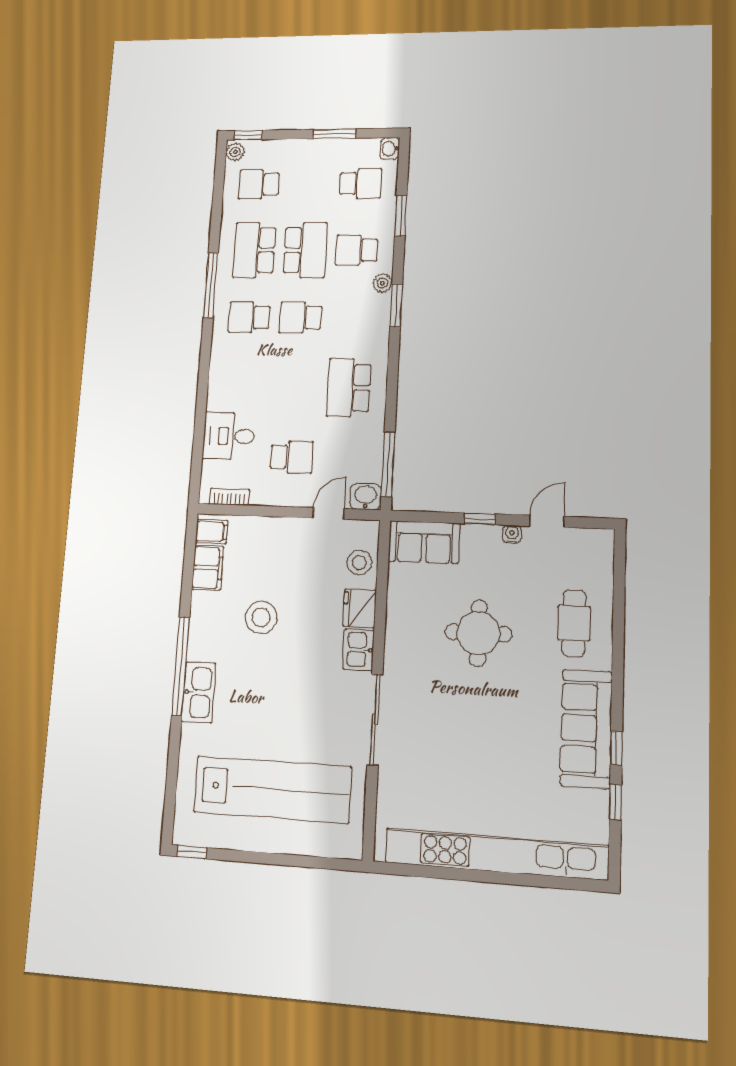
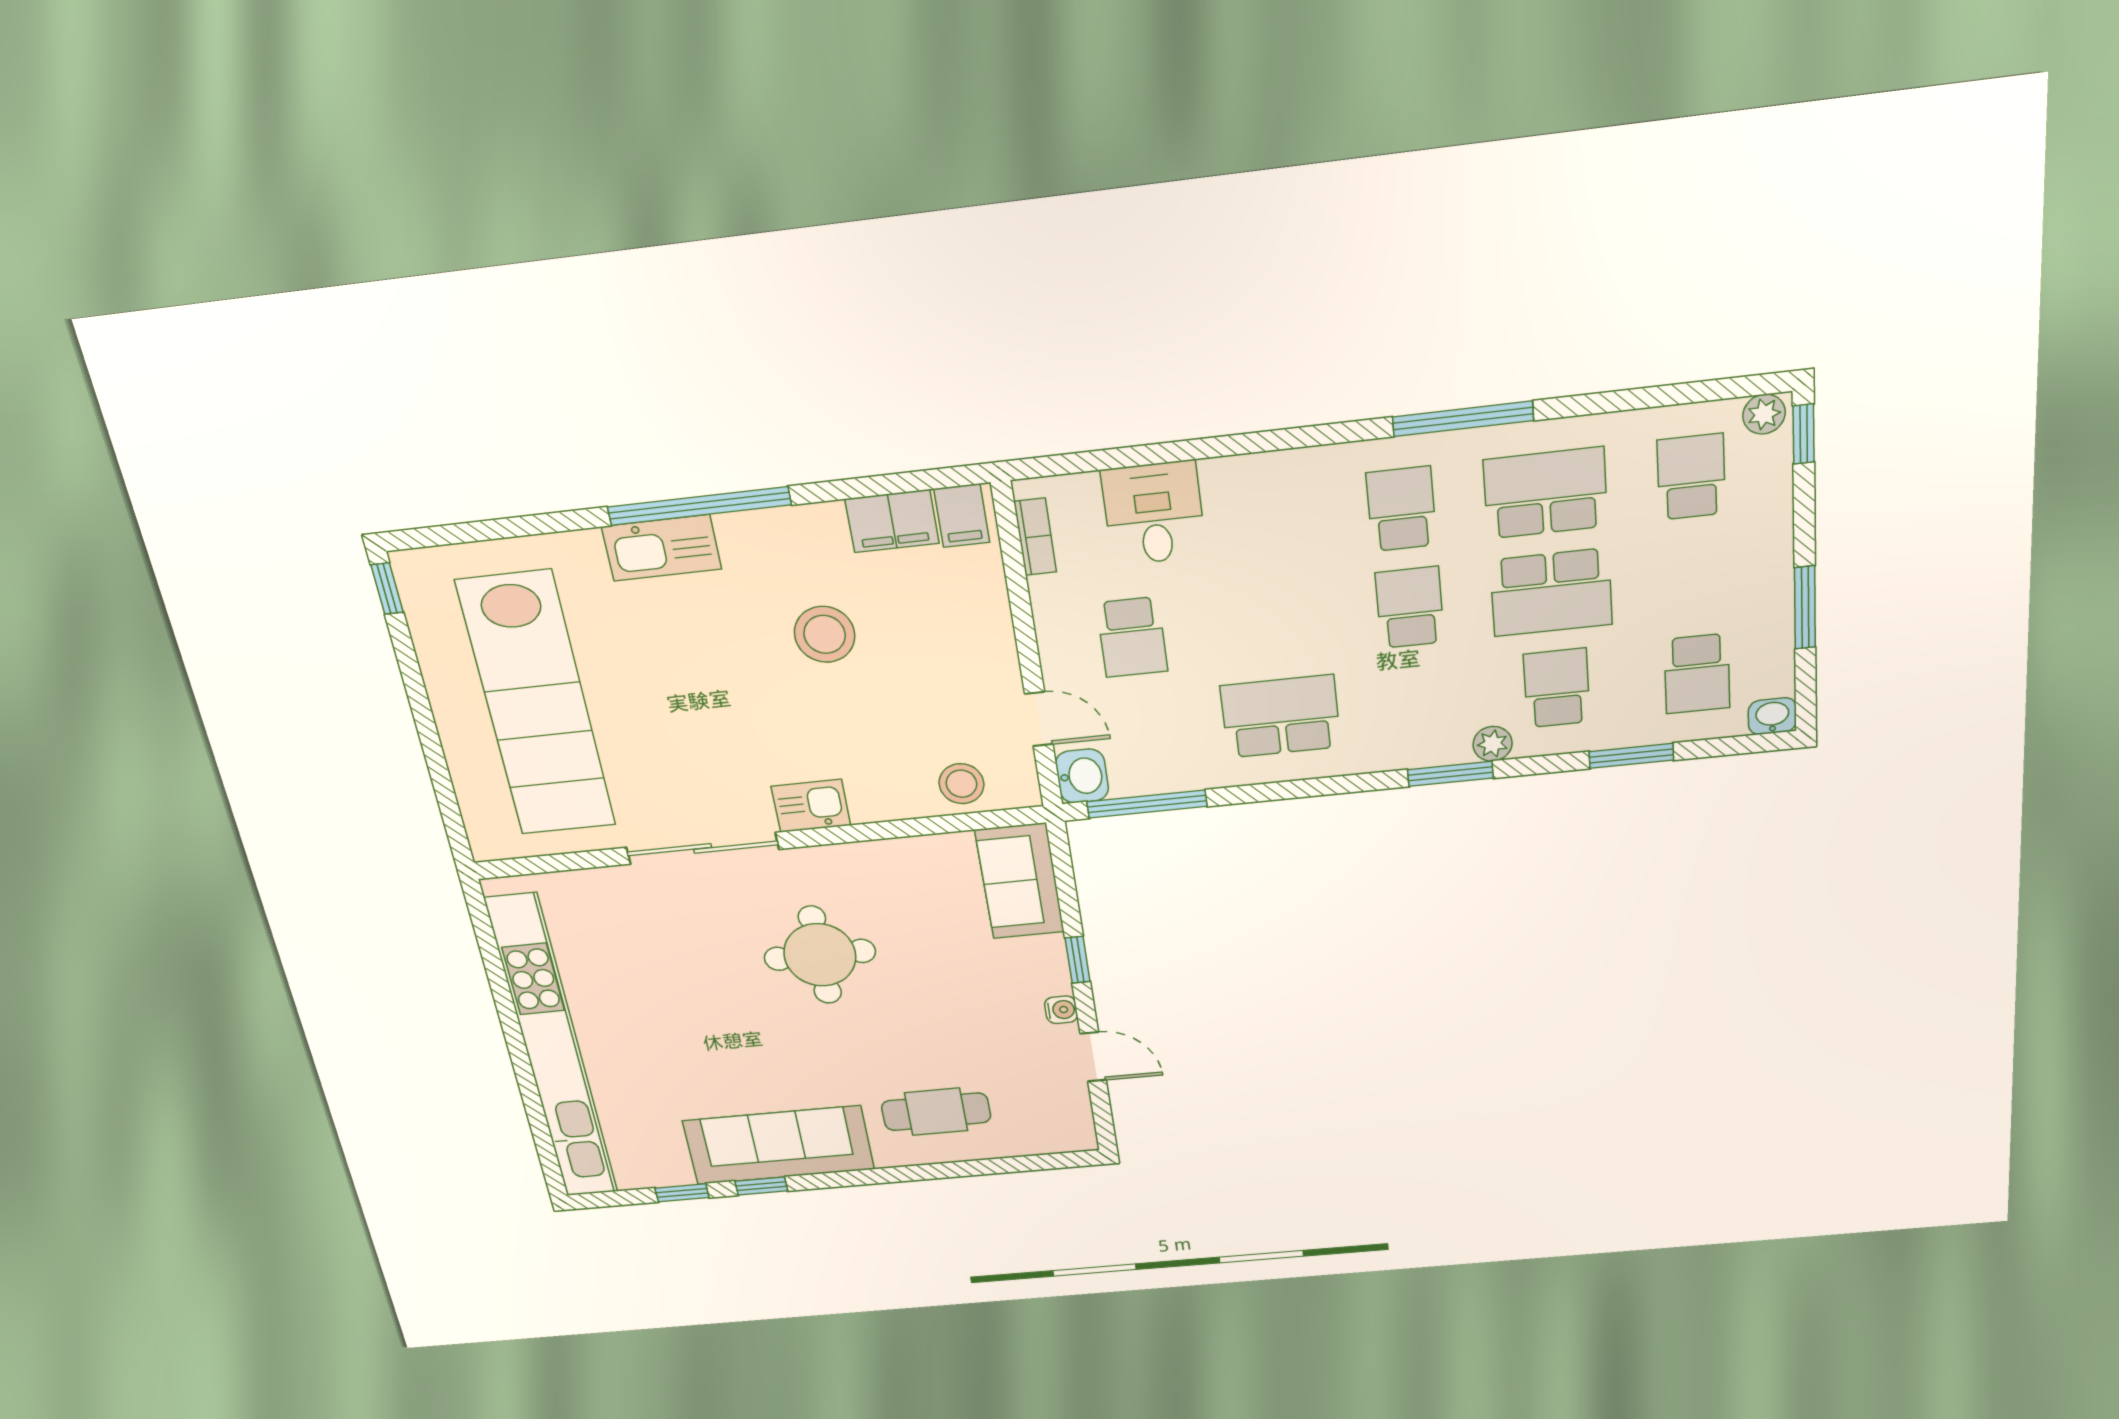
fridge: (360, 608) -> (882, 796), removed
round table: (478, 633) -> (820, 955), moved

